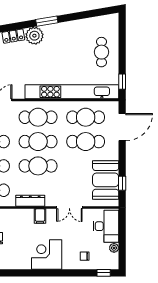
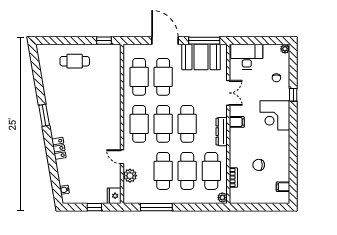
plant: (34, 36) -> (58, 127), removed
kitchen unit: (72, 92) -> (114, 90), removed
door: (122, 127) -> (165, 41), moved
window: (122, 183) -> (204, 41), width x2.17
plant: (114, 248) -> (285, 49), moved
window: (104, 273) -> (293, 95), moved

